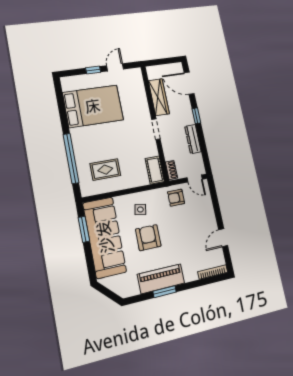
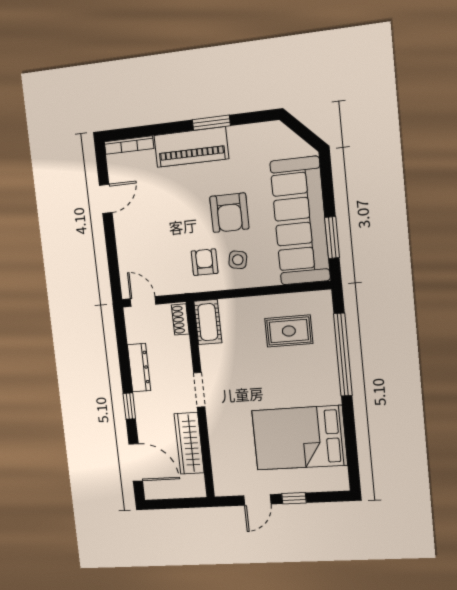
armchair: (176, 198) -> (205, 262), moved, turned -90
piano: (161, 279) -> (191, 147), moved

